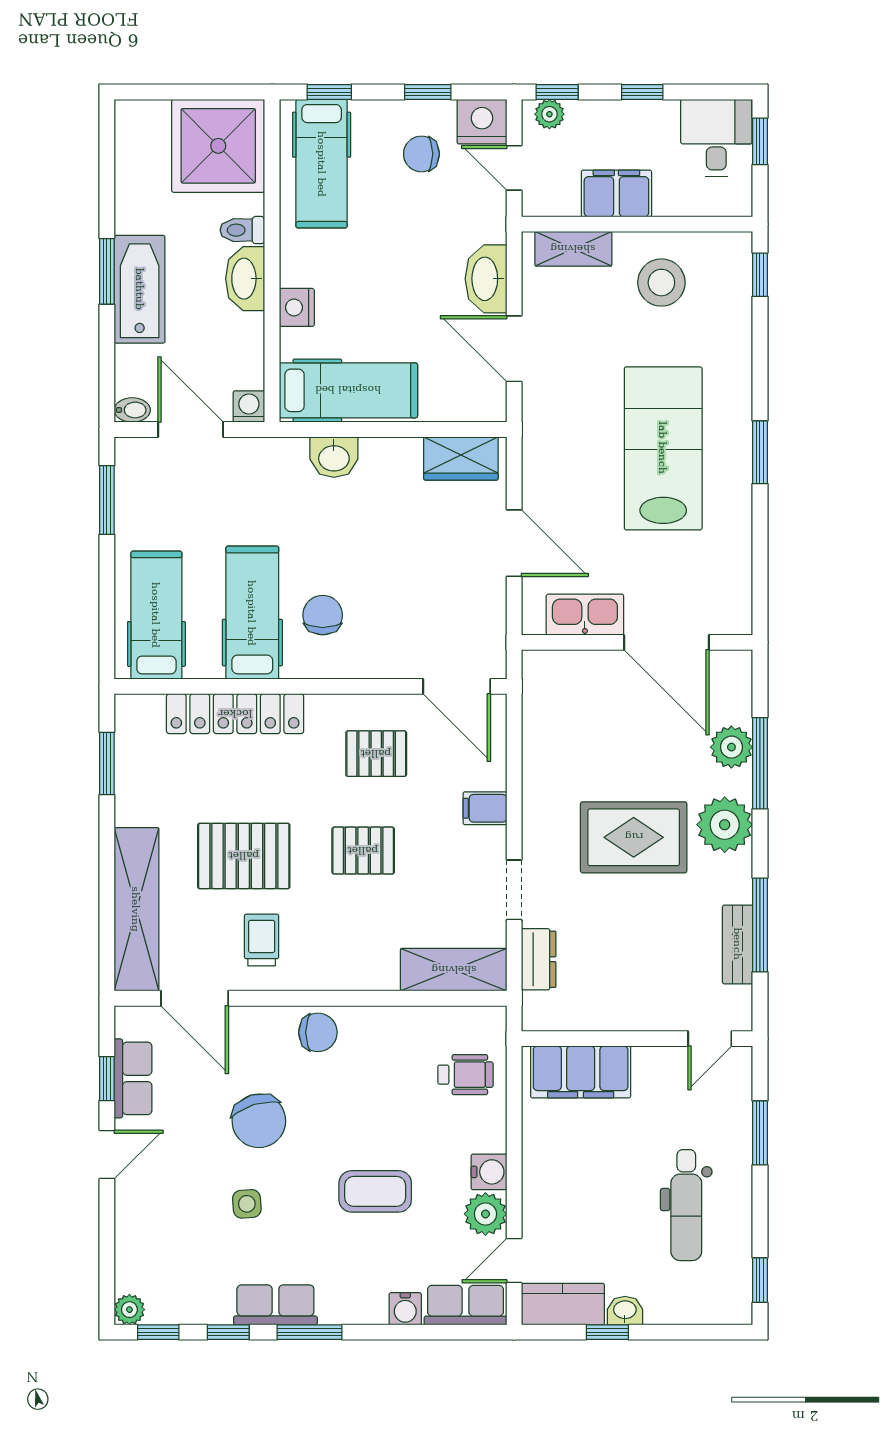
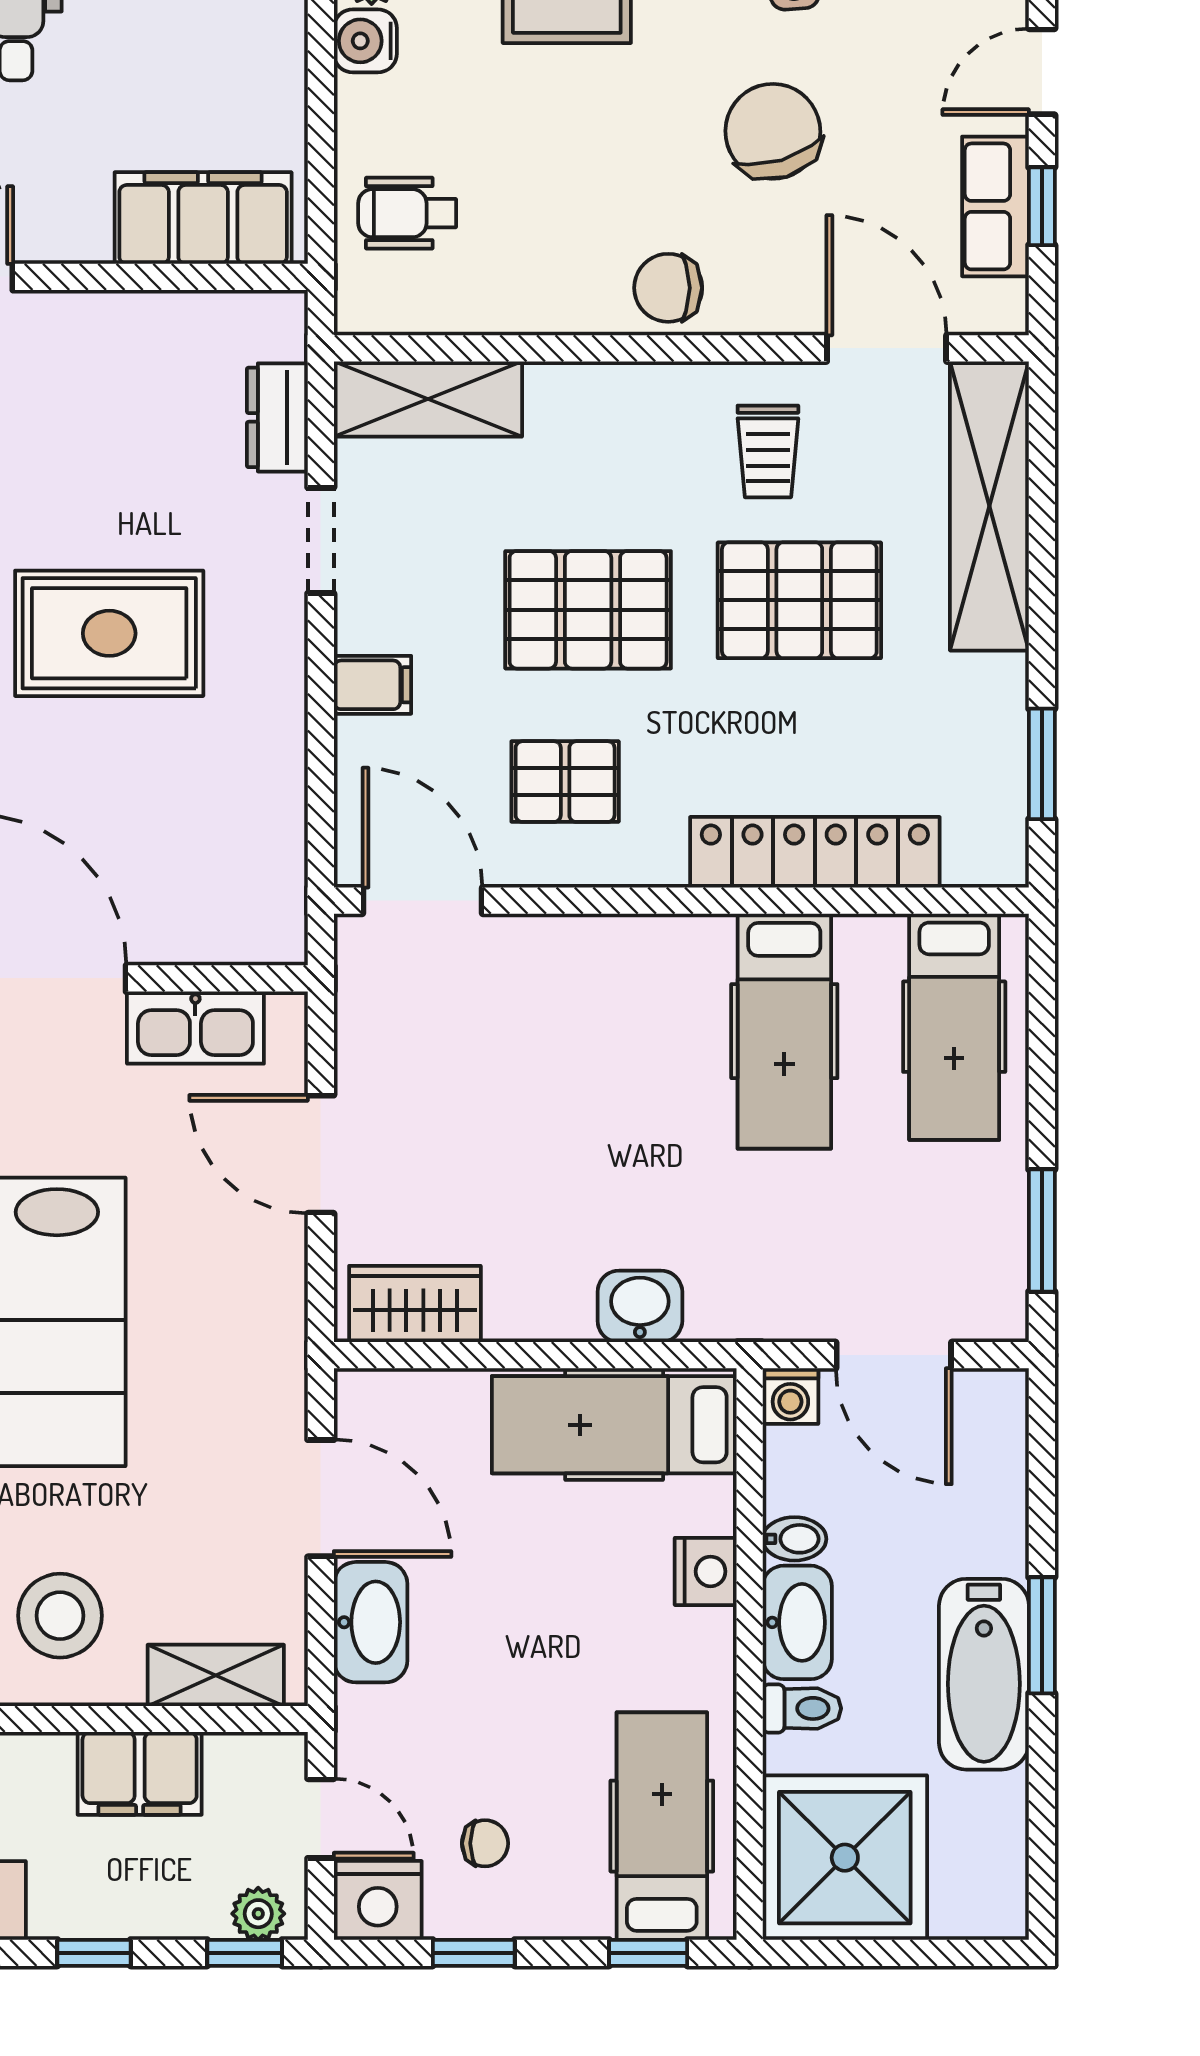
chair: (421, 154) -> (485, 1843), width x0.73, depth x0.73
bathtub: (140, 289) -> (984, 1674), moved
bidet: (132, 410) -> (794, 1539), moved, turned 180
chair: (323, 615) -> (660, 1027), removed
pallet: (363, 851) -> (588, 610), width x1.50, depth x1.42

